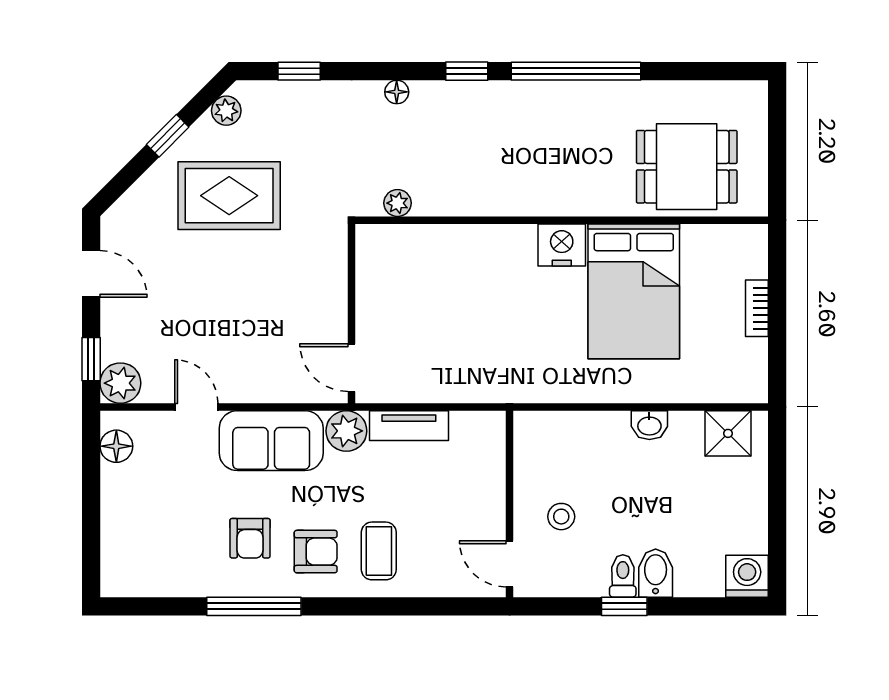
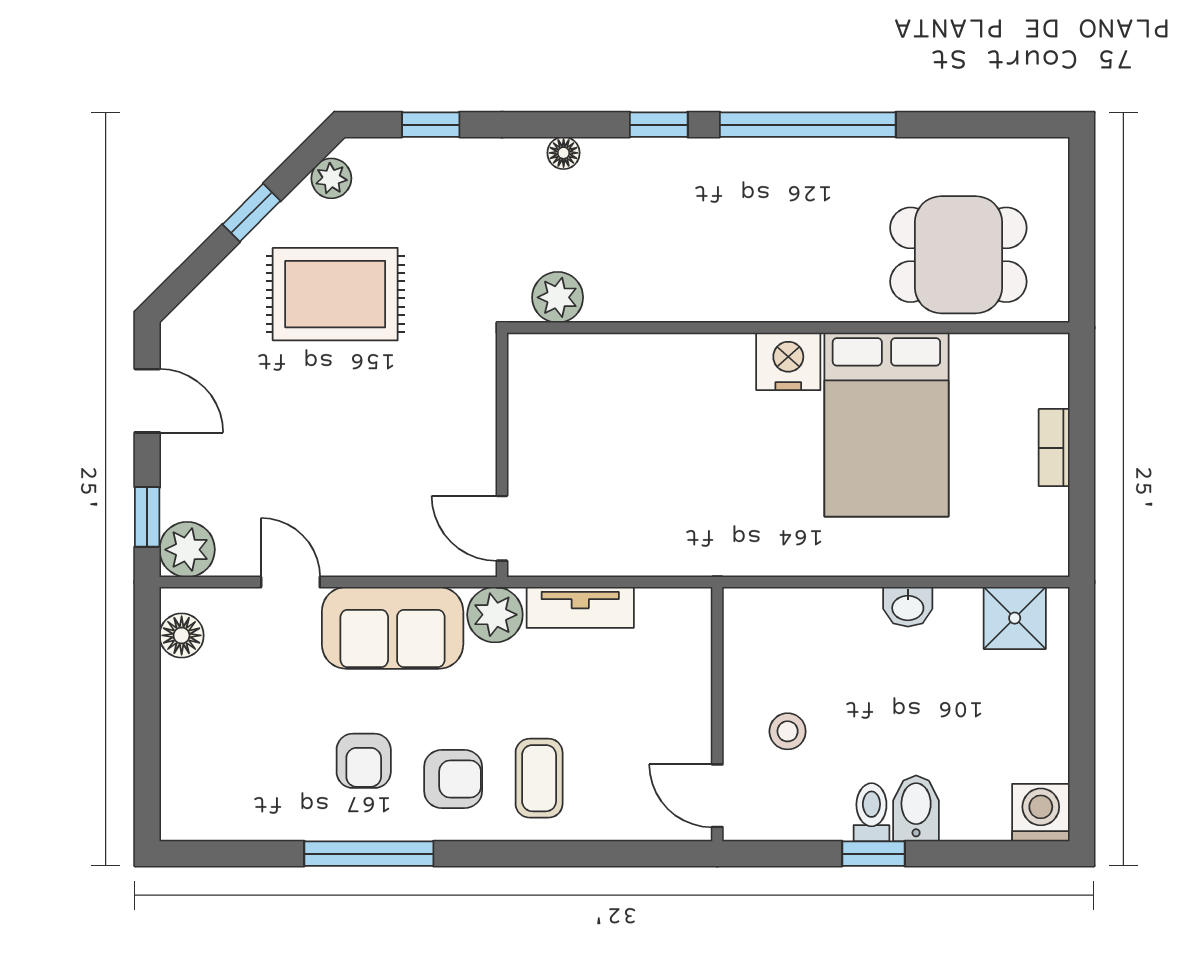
plant: (397, 203) -> (558, 297), width x1.38, depth x1.38

